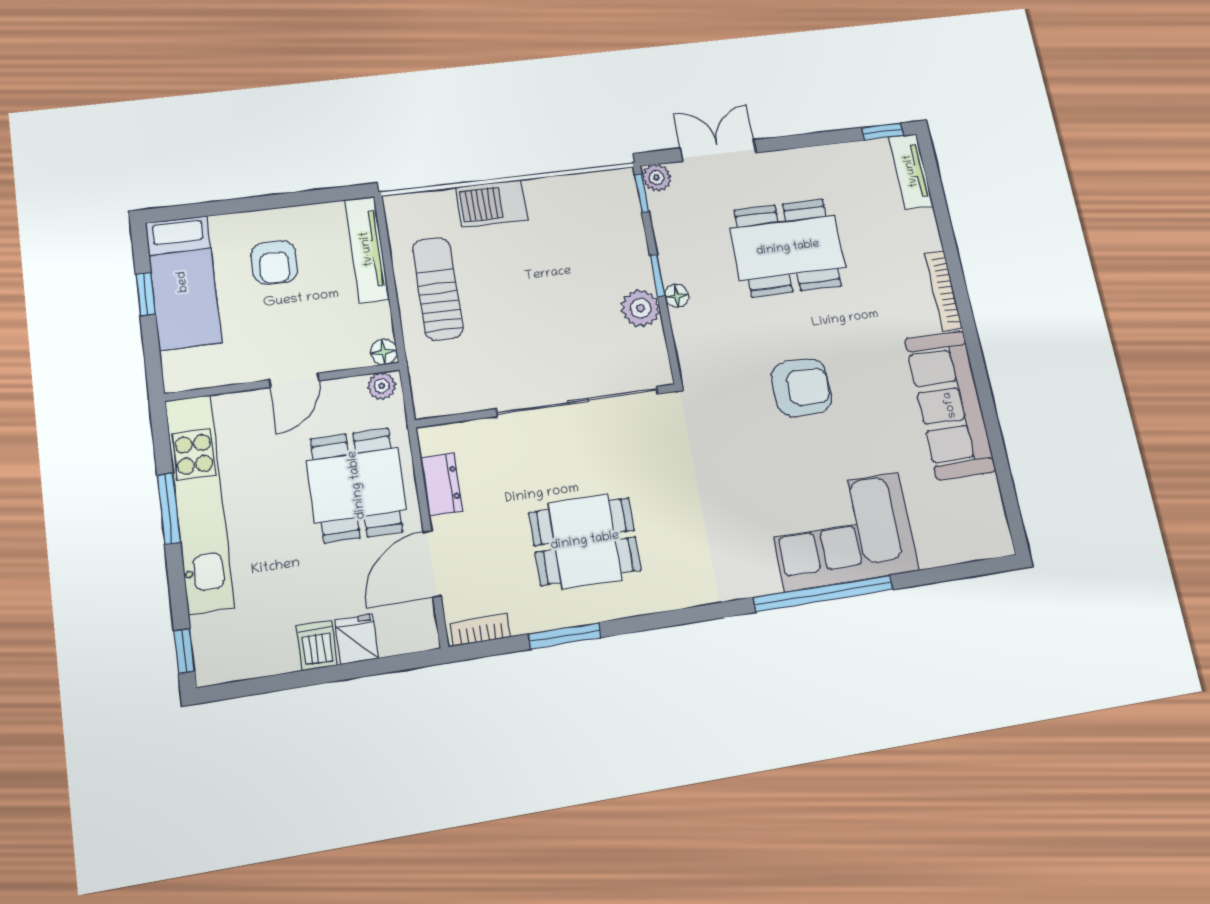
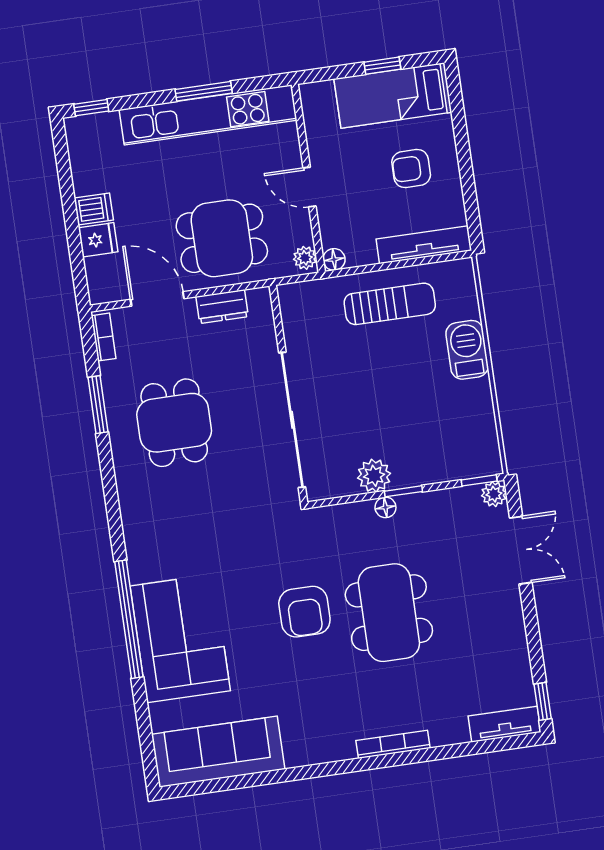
dining table: (788, 248) -> (389, 613), moved
sofa: (950, 405) -> (218, 752), moved

